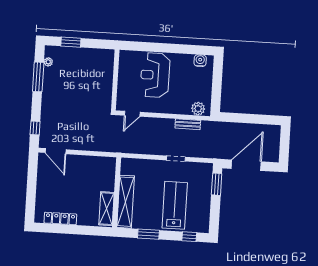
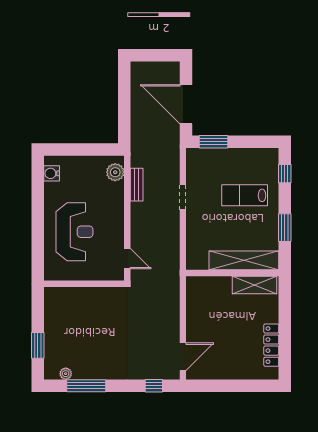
reception desk: (155, 75) -> (74, 232), turned -90
lab bench: (175, 205) -> (245, 195), width x0.73, depth x0.72

